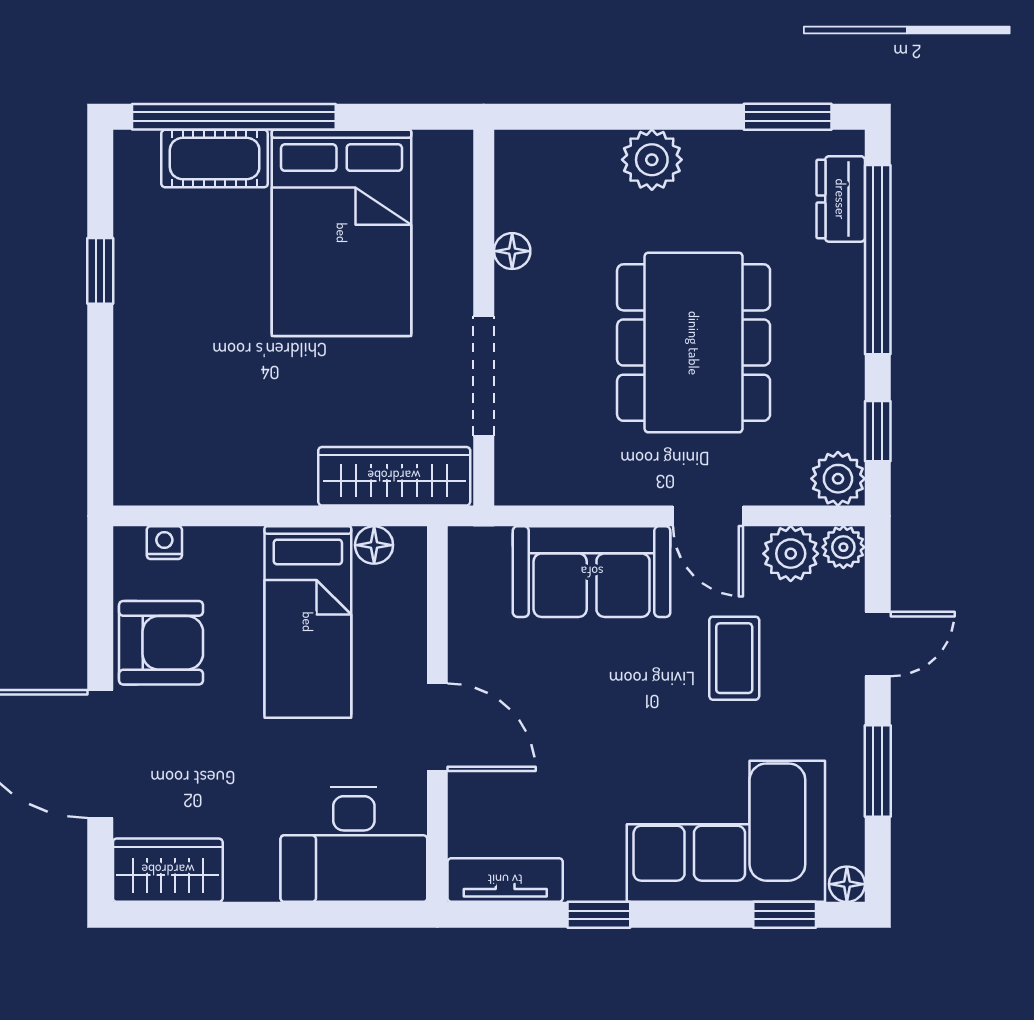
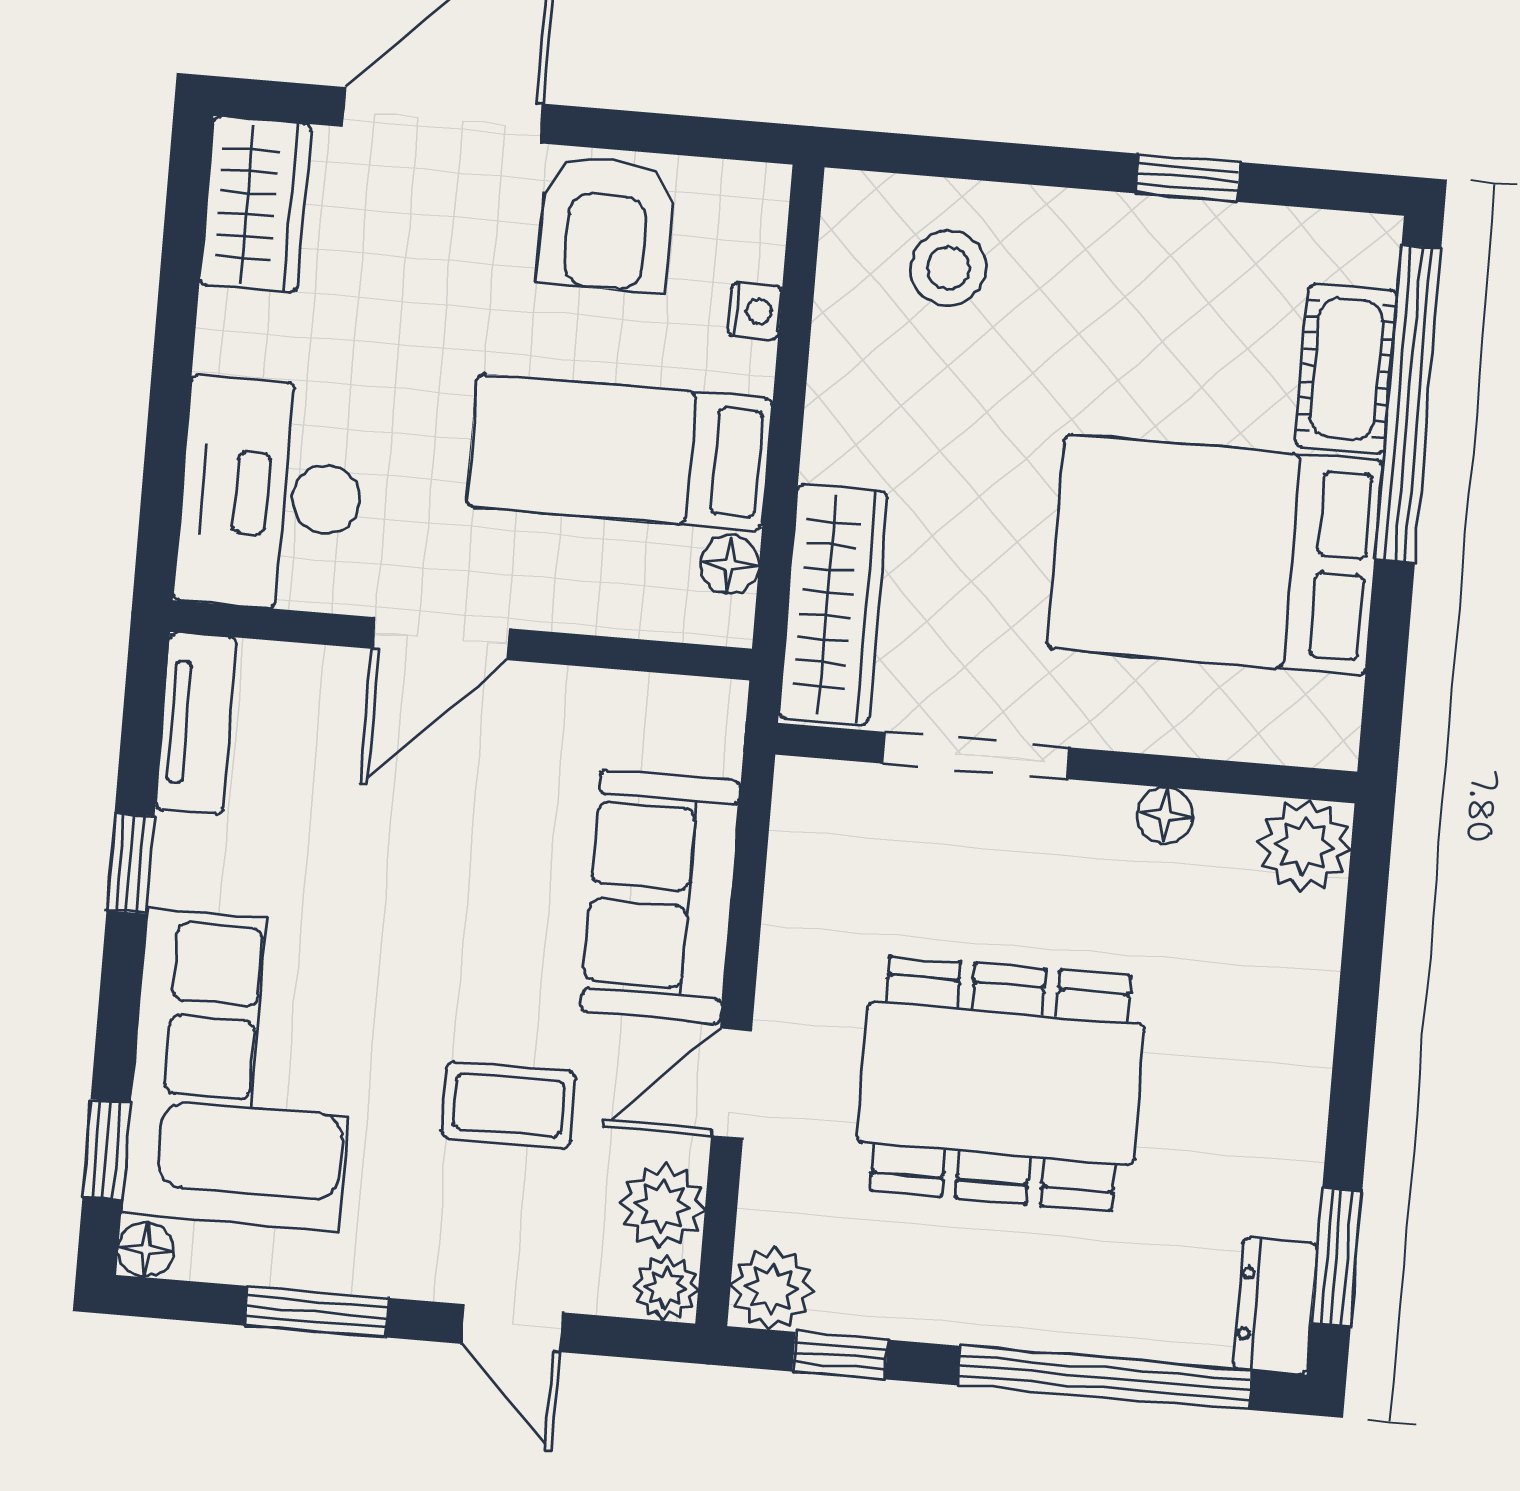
plant: (652, 160) -> (1304, 846), moved
dresser: (841, 199) -> (1275, 1306), moved, turned -90
stool: (171, 420) -> (948, 268), added
nightstand: (164, 543) -> (755, 311), moved

